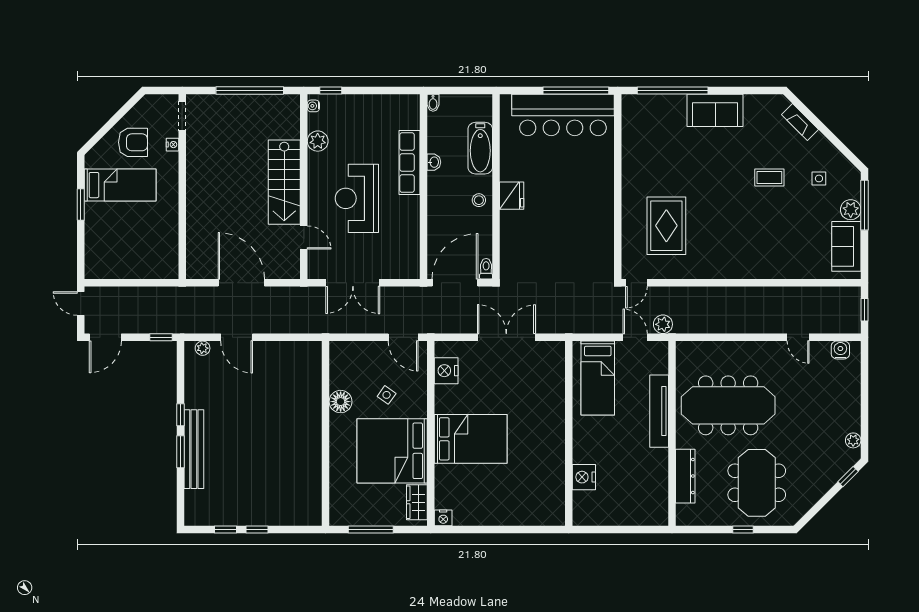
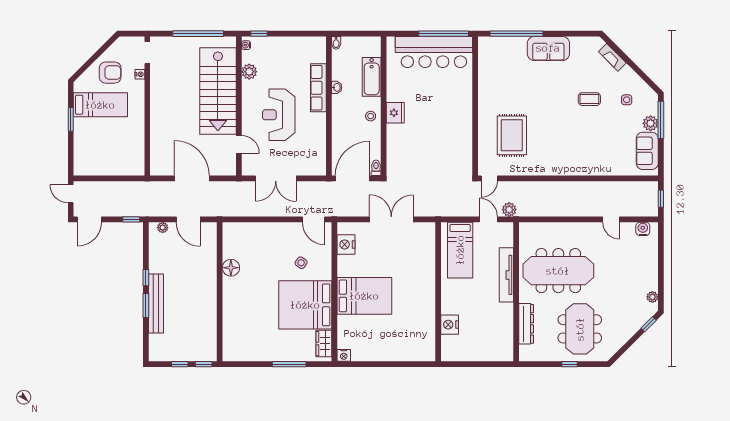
stairs: (284, 182) -> (218, 91), width x1.36, depth x1.51
floor lamp: (341, 402) -> (231, 268), moved
wall: (326, 433) -> (220, 292), moved

